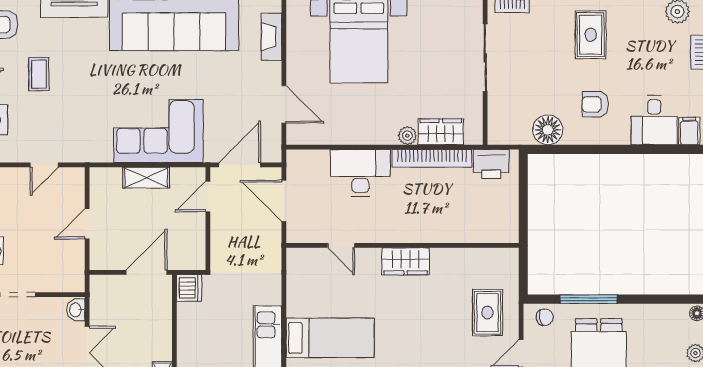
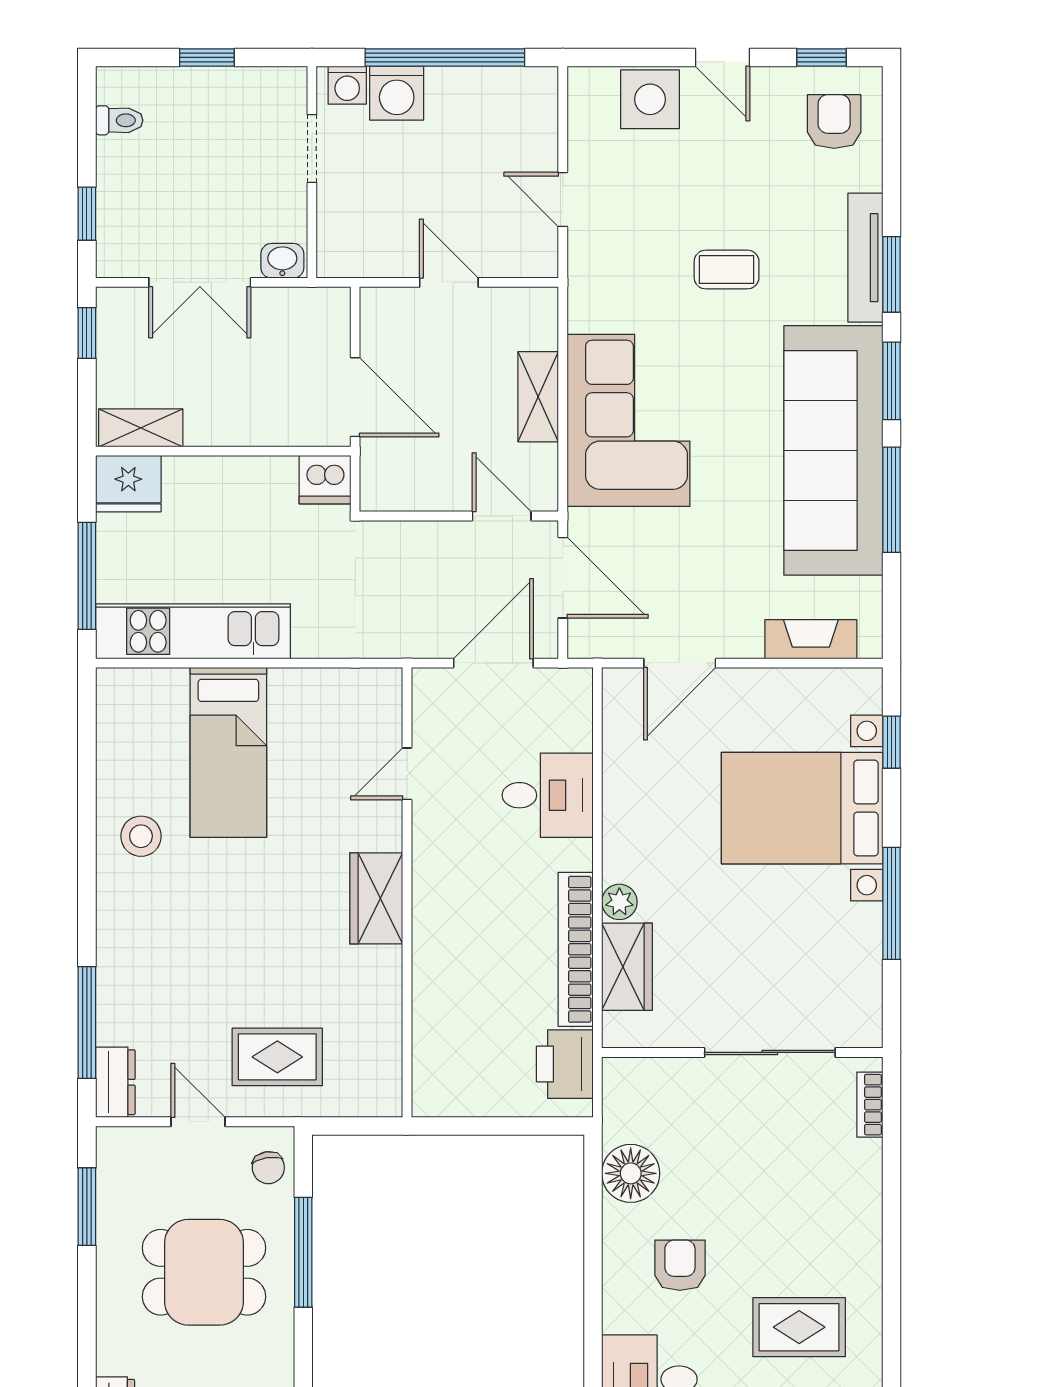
rug: (591, 35) -> (799, 1327), moved
coffee table: (39, 74) -> (727, 270), moved
desk: (360, 173) -> (548, 795), width x0.73

